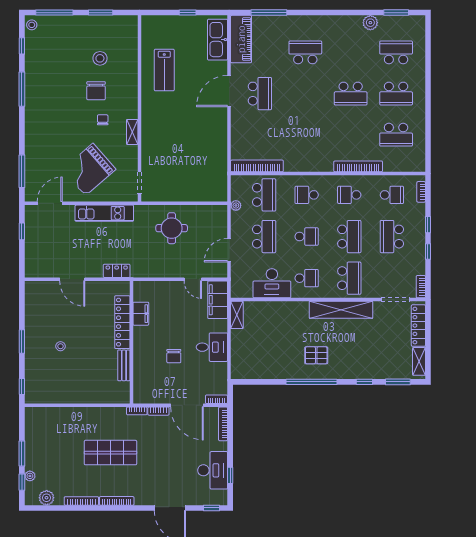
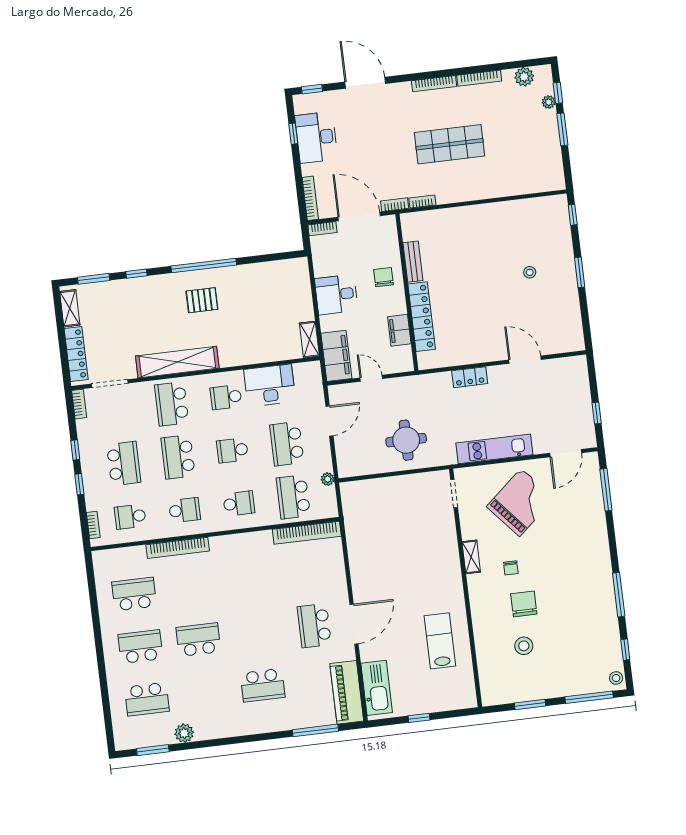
filing cabinet: (141, 314) -> (399, 330), moved
locker: (122, 322) -> (422, 317), moved
wall: (131, 342) -> (407, 292), moved
bench: (124, 365) -> (413, 262), moved

